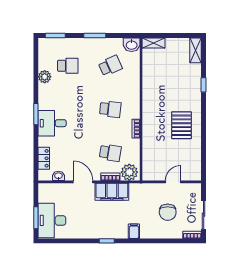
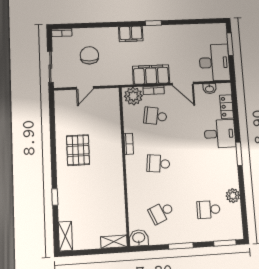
desk: (52, 123) -> (220, 134), moved
sliding door: (204, 215) -> (50, 67), moved
desk: (52, 220) -> (214, 63), moved
filing cabinet: (134, 231) -> (131, 34), width x2.00

